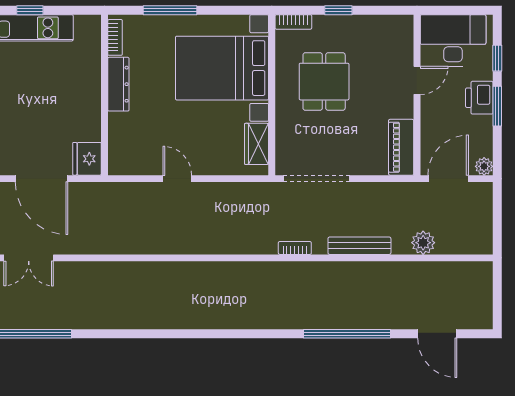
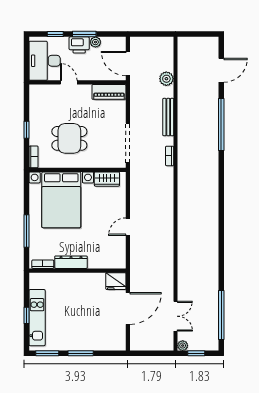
plant: (484, 166) -> (95, 42), moved

